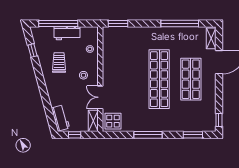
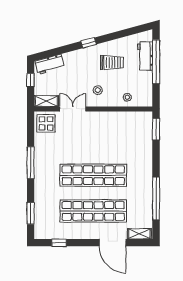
workbench: (67, 33) -> (145, 56), moved
window: (33, 50) -> (89, 43), moved
shop shelf: (191, 79) -> (93, 211), width x1.40
window: (219, 120) -> (59, 243), moved

